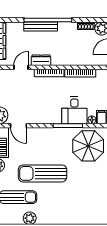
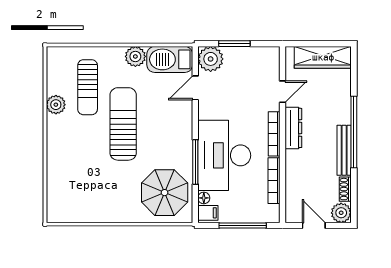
bench: (41, 26) -> (344, 150), moved
dresser: (41, 60) -> (293, 128), width x1.44
door: (21, 67) -> (283, 92), hinge flipped
desk: (74, 110) -> (224, 155), width x1.87, depth x1.30

